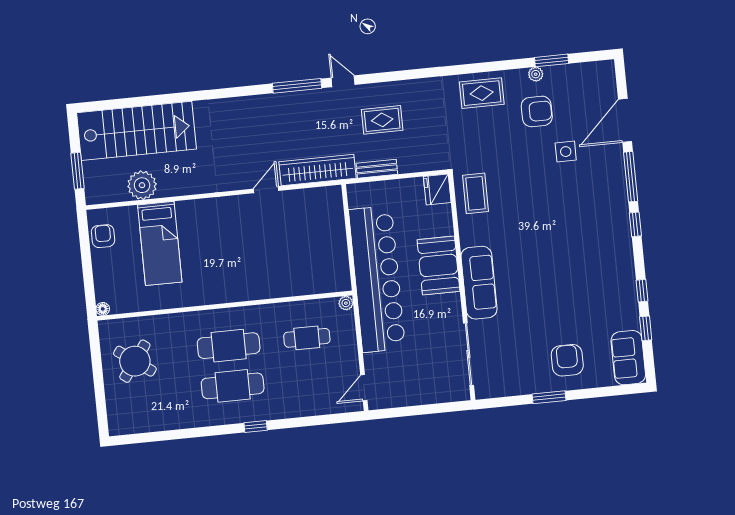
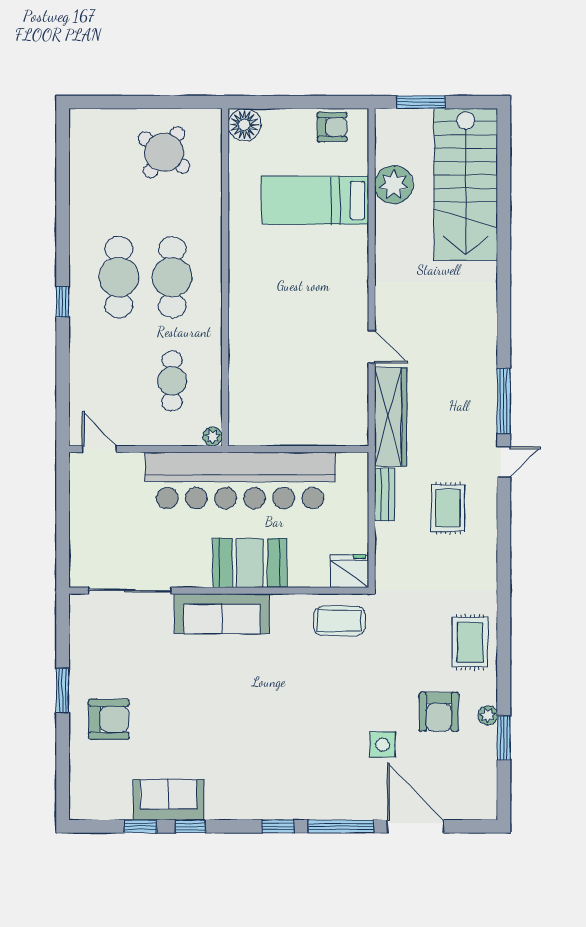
floor lamp: (103, 309) -> (244, 125), width x1.89, depth x1.89
sofa: (628, 358) -> (169, 800), moved

